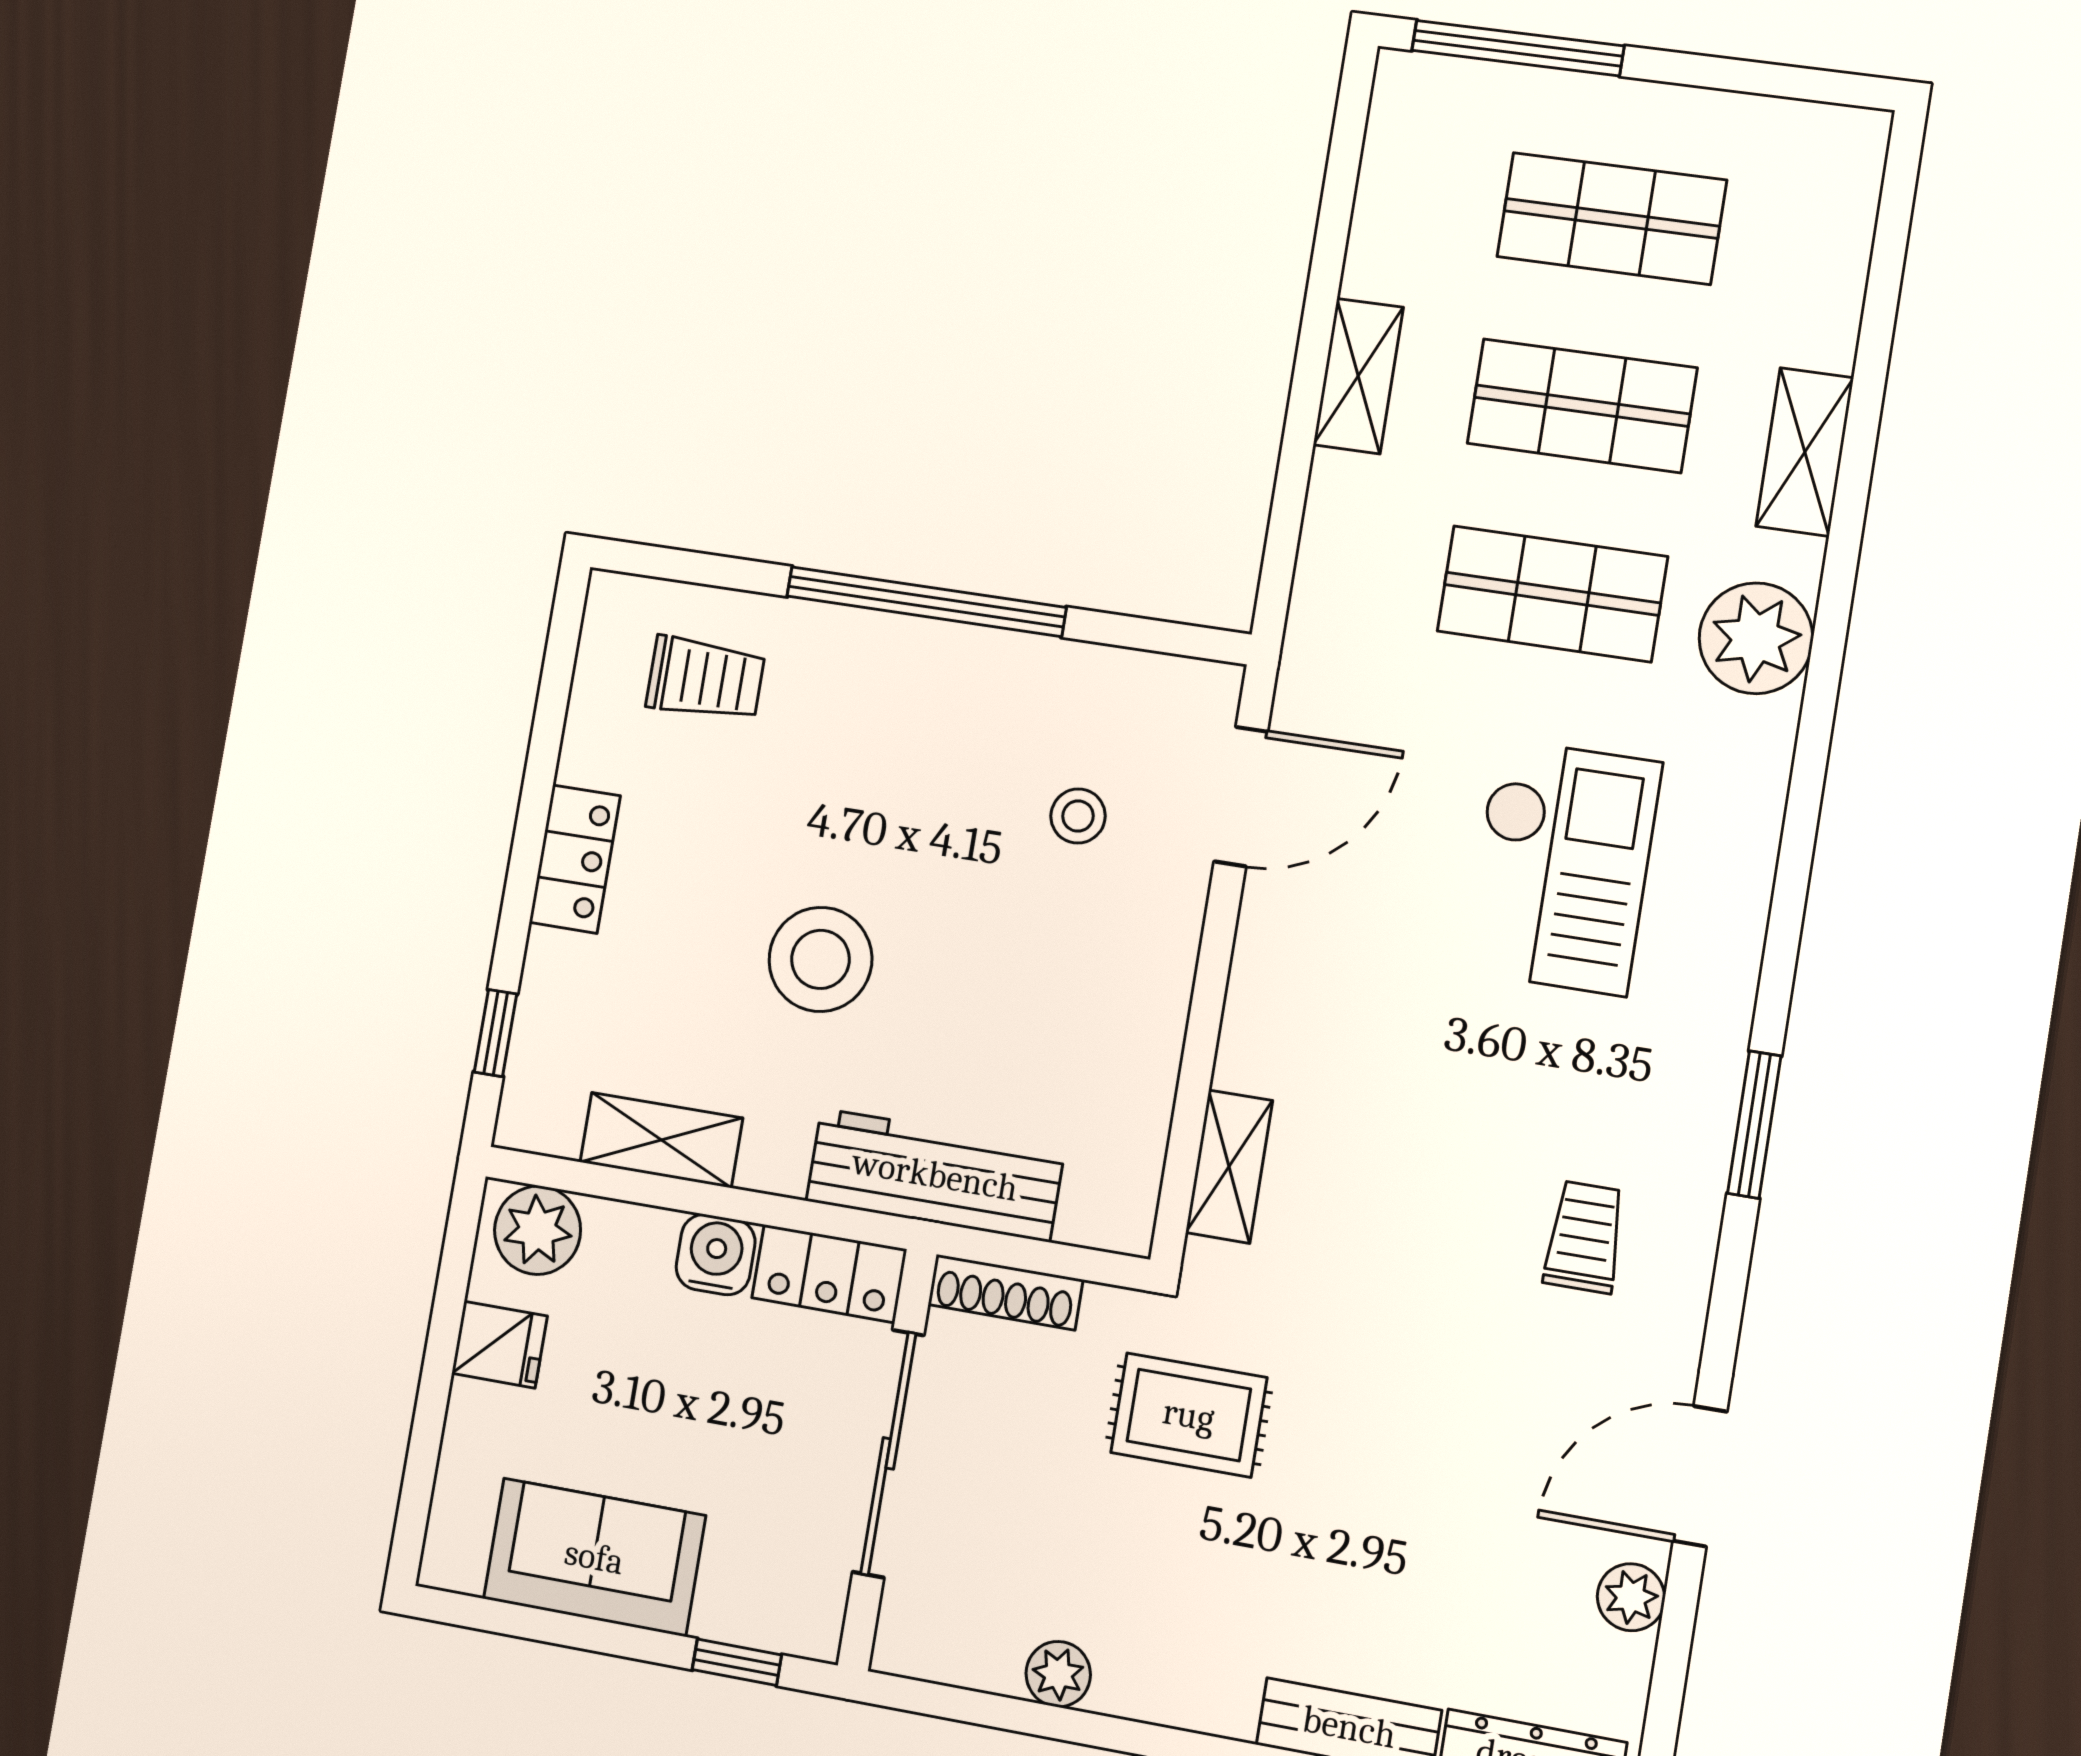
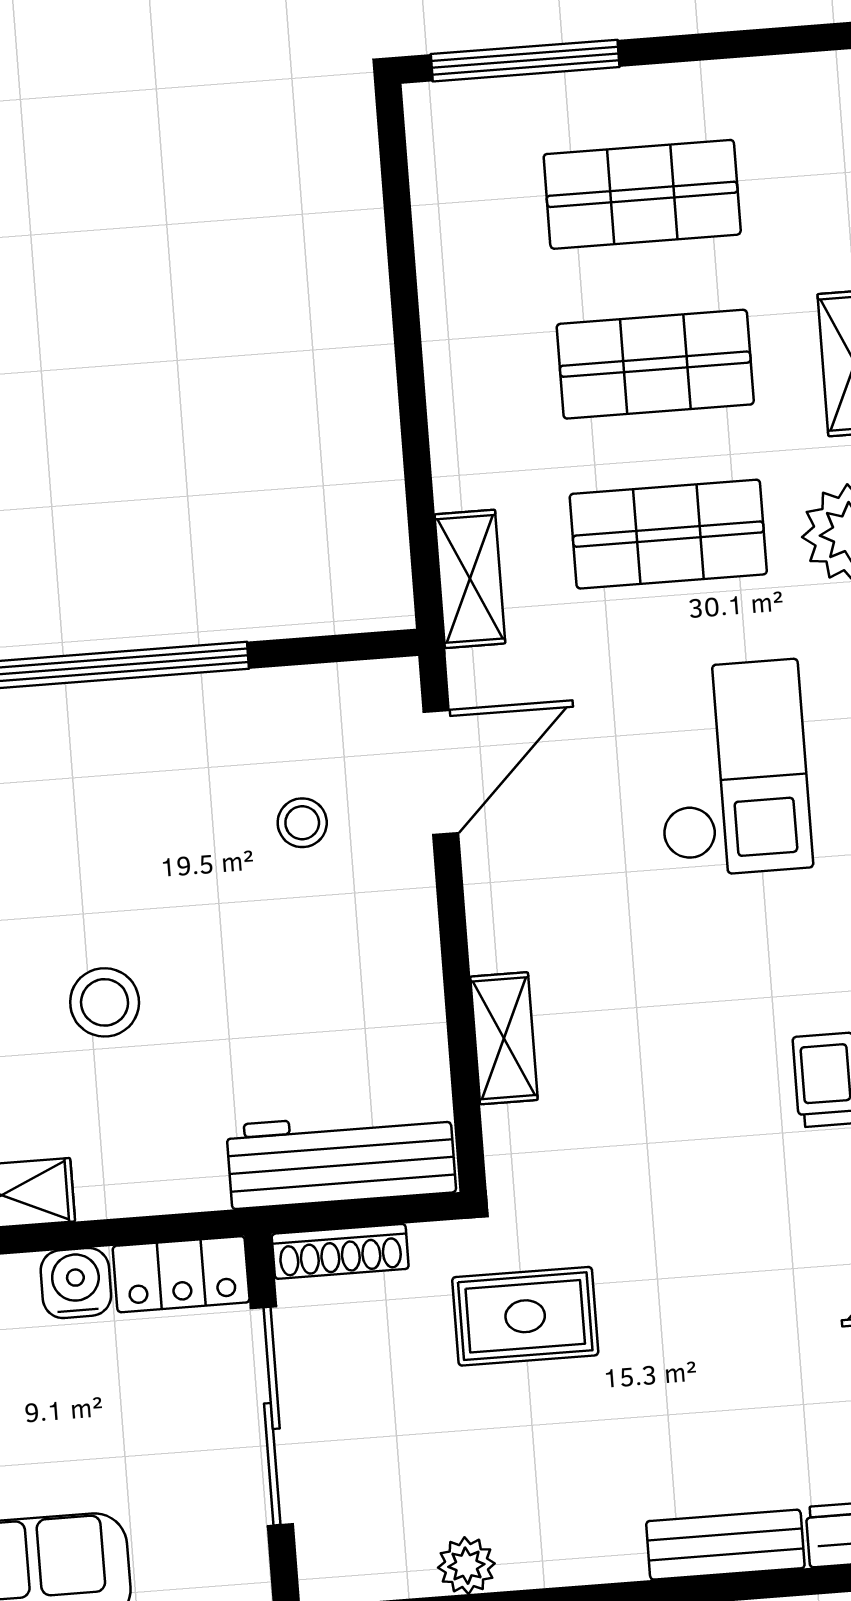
shelving: (1358, 376) -> (470, 579), moved
stool: (820, 959) -> (105, 1002), width x0.73, depth x0.73
shelving: (1229, 1167) -> (504, 1038), moved
workbench: (935, 1175) -> (341, 1159), moved

